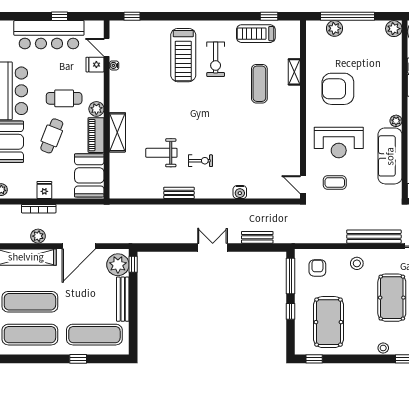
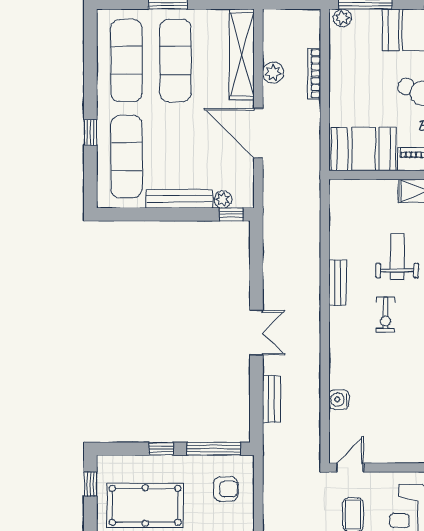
fridge: (44, 190) -> (342, 82), removed
water cooler: (240, 192) -> (339, 400), moved
plant: (118, 265) -> (223, 199), width x0.53, depth x0.53

